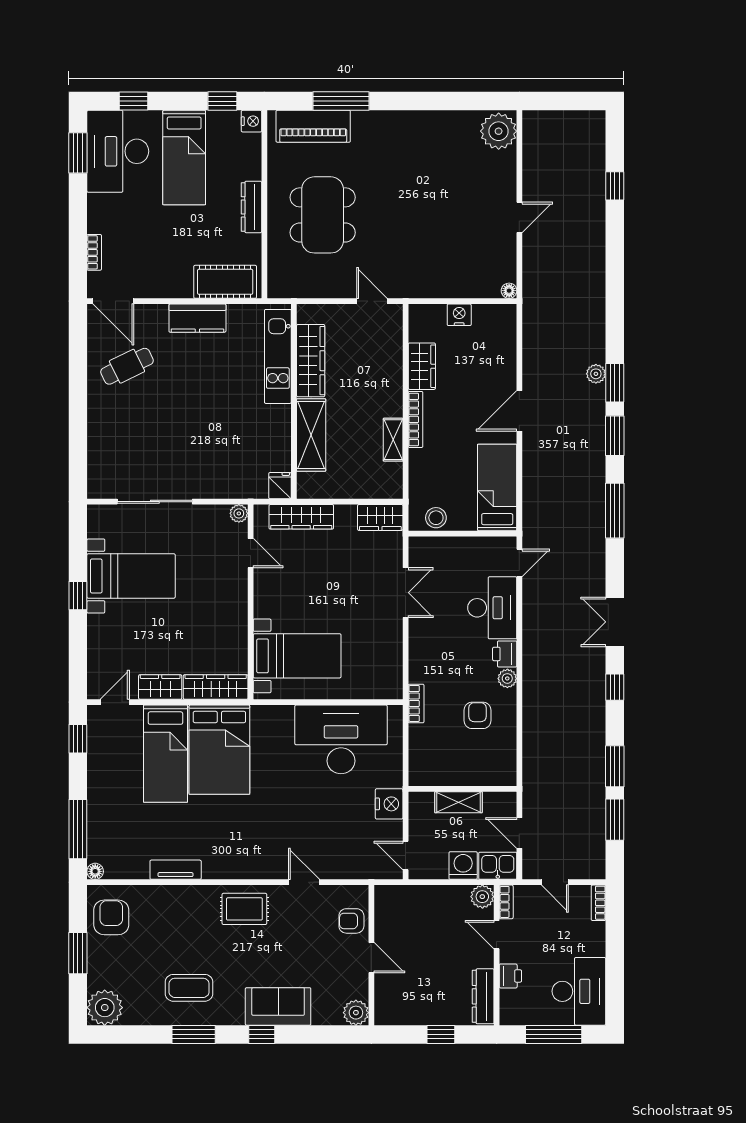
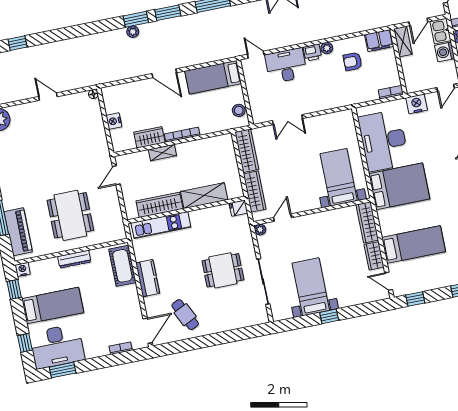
dining table: (323, 215) -> (70, 215), turned 90
shelving: (393, 440) -> (162, 153), moved
dining table: (186, 441) -> (223, 270), added
wardrobe: (380, 517) -> (247, 151), width x1.50
double door: (406, 593) -> (288, 120), swing flipped
bookcase: (416, 703) -> (391, 92), moved
bed: (219, 750) -> (399, 186), moved
filing cabinet: (502, 765) -> (379, 40), added
shelving: (458, 802) -> (403, 42), moved

